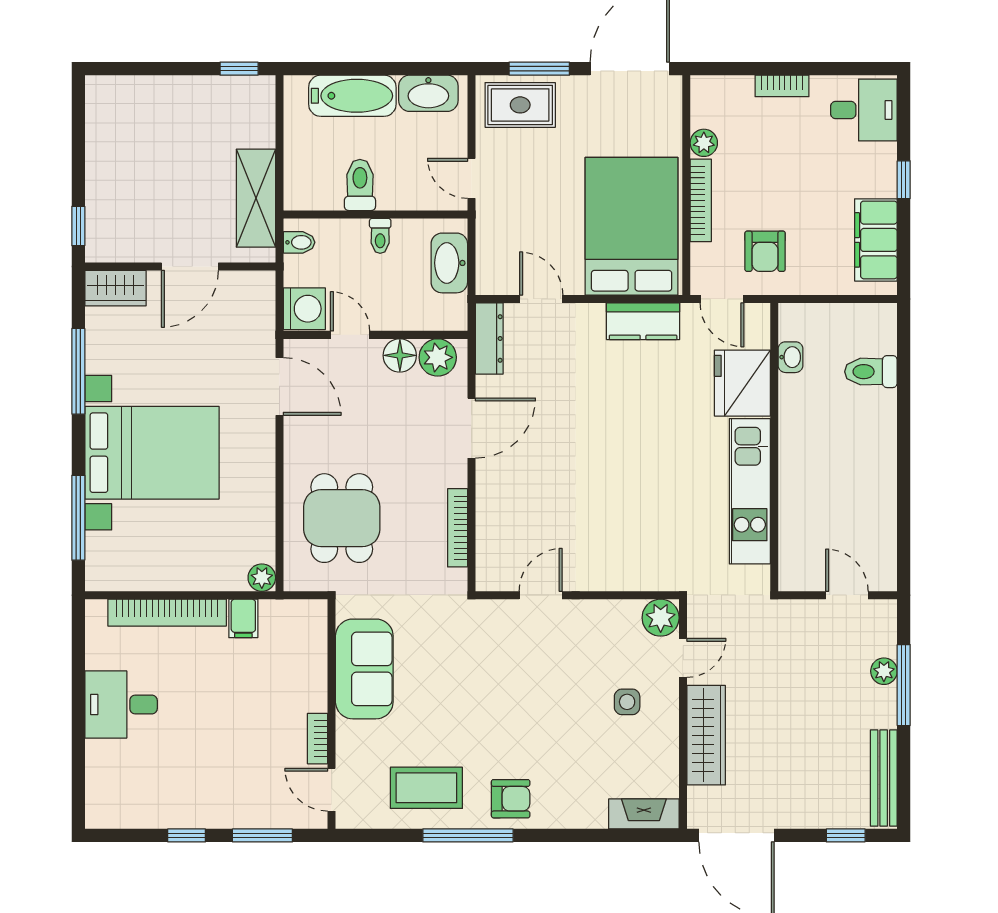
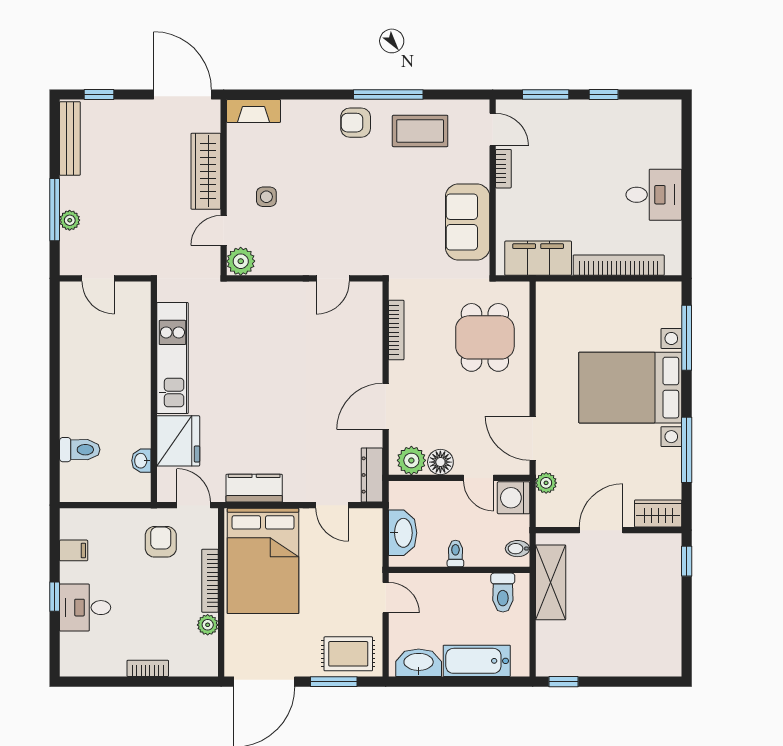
desk: (864, 110) -> (85, 608), moved
toilet: (360, 185) -> (503, 593), moved
filing cabinet: (876, 240) -> (74, 550), width x0.33, depth x0.86
plant: (262, 578) -> (546, 483), moved
filing cabinet: (243, 618) -> (538, 258), width x3.00, depth x1.17

